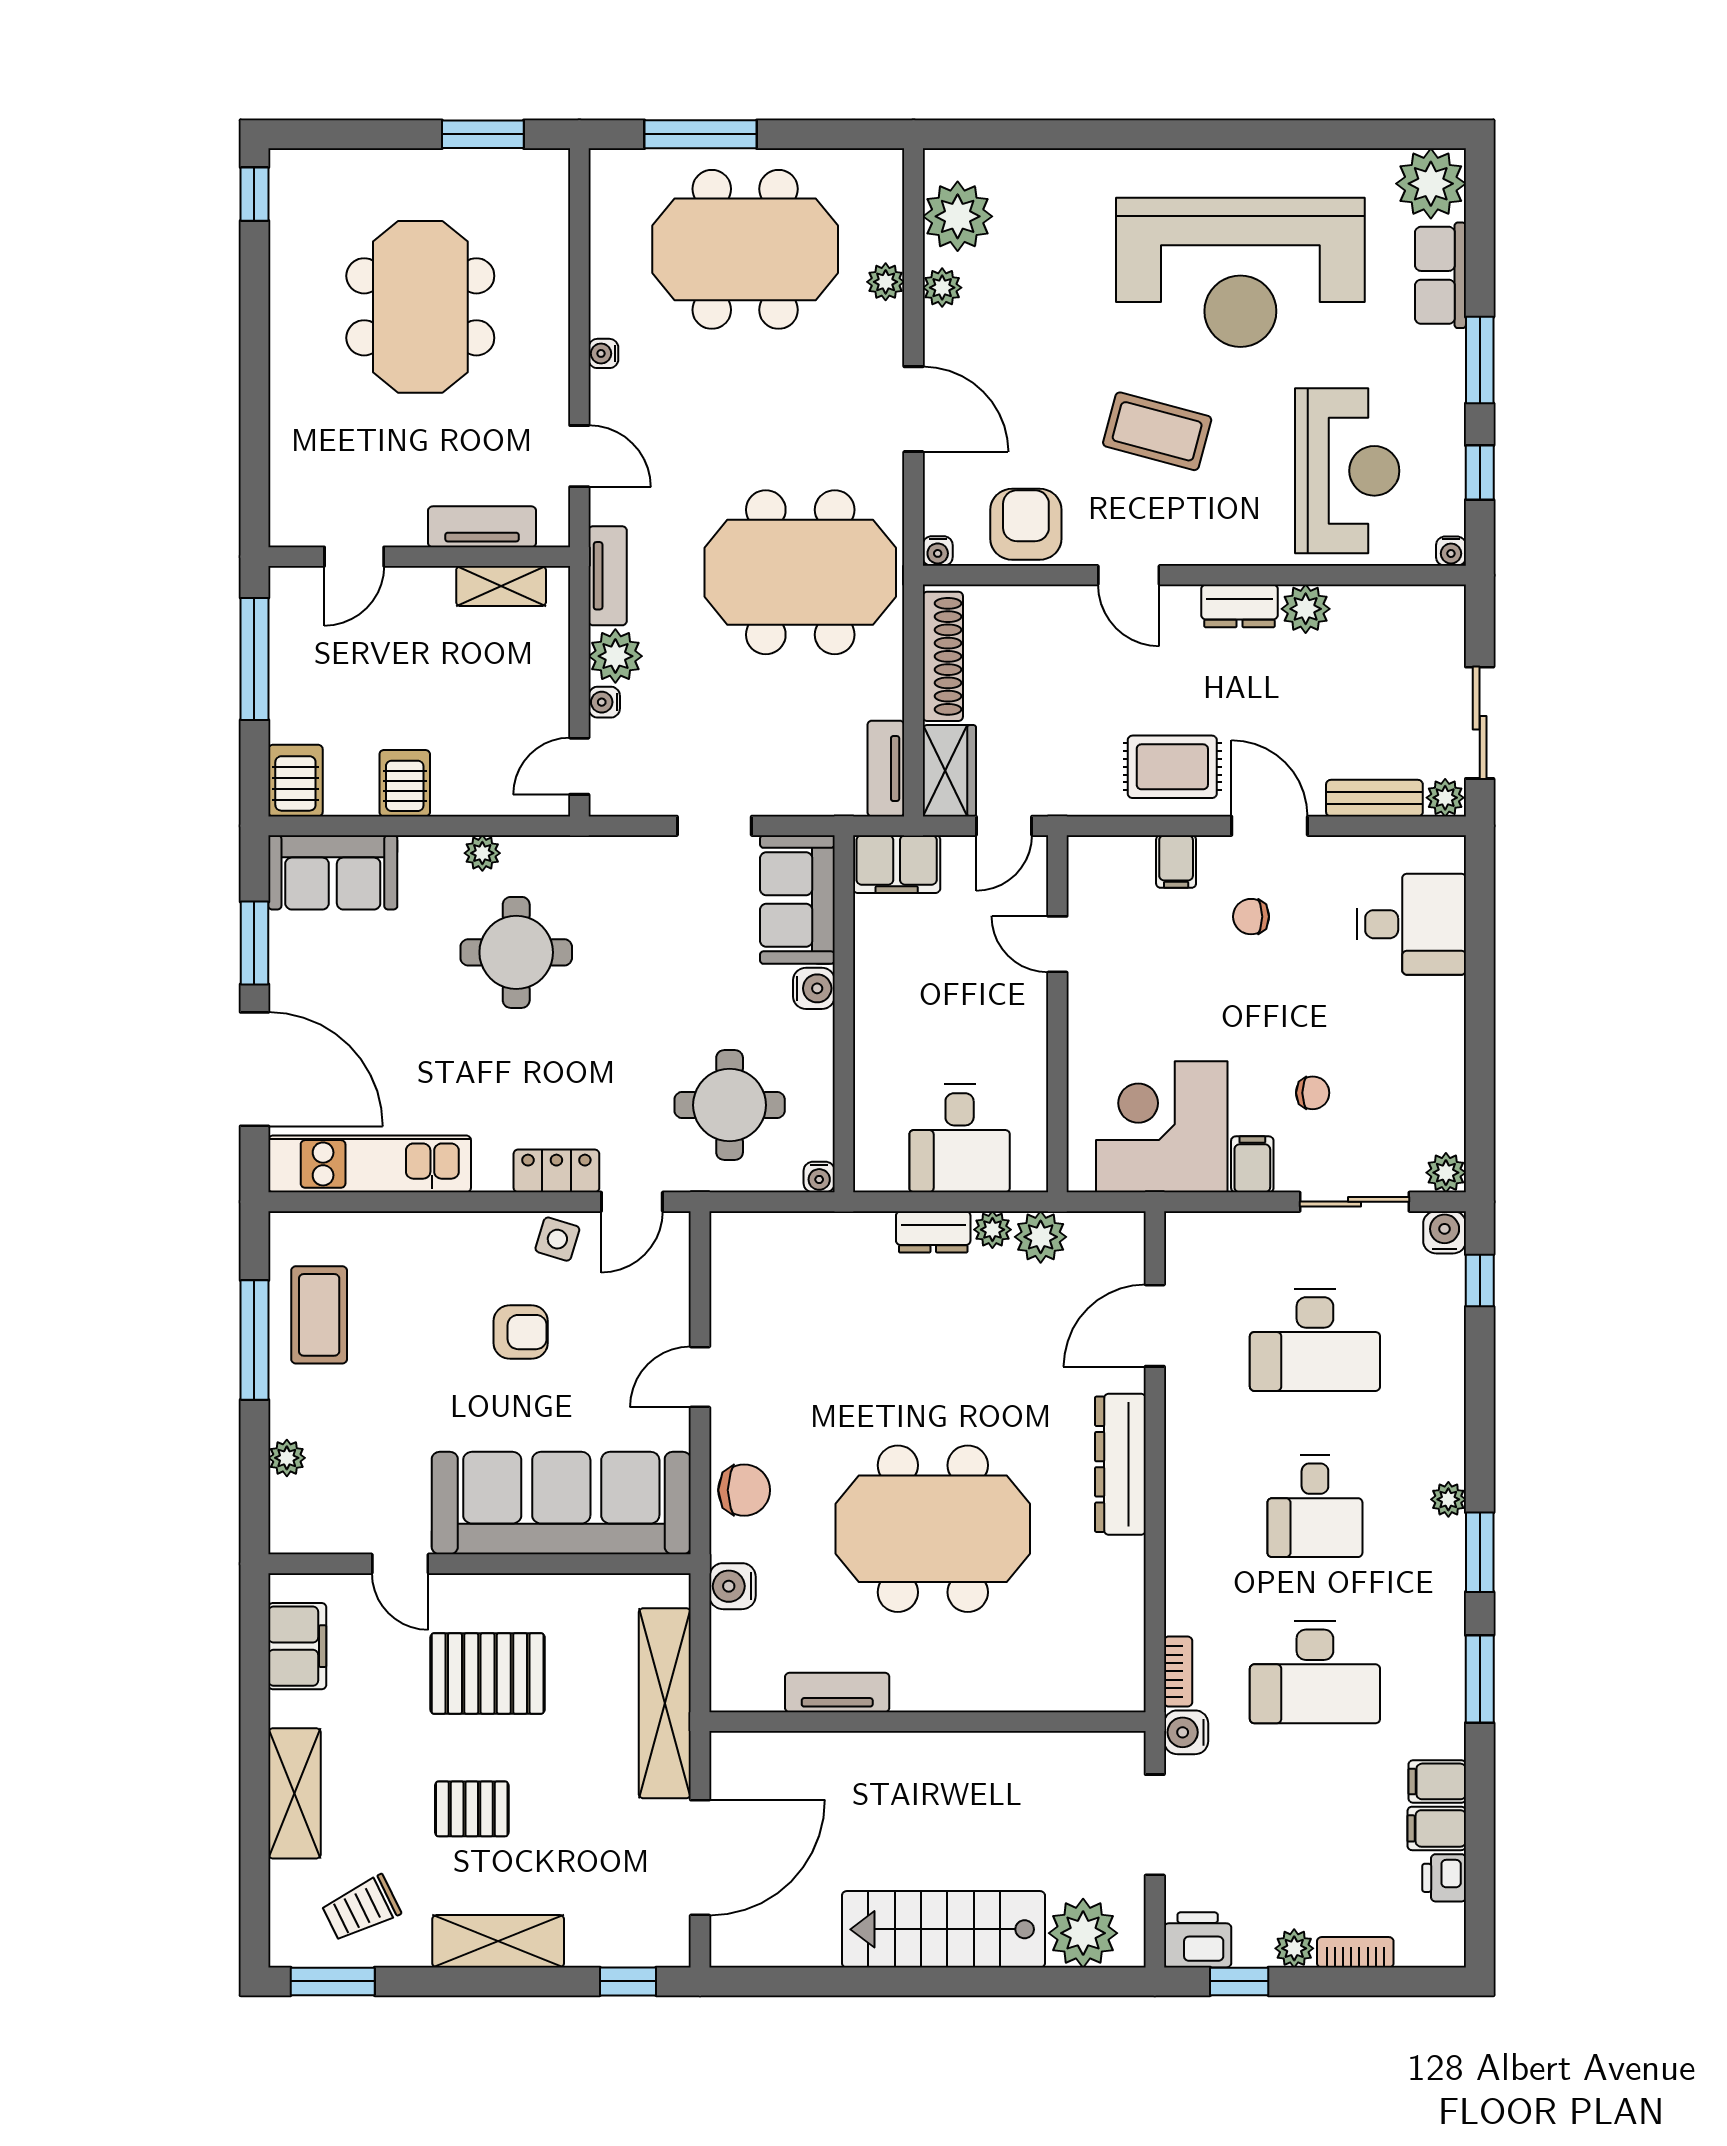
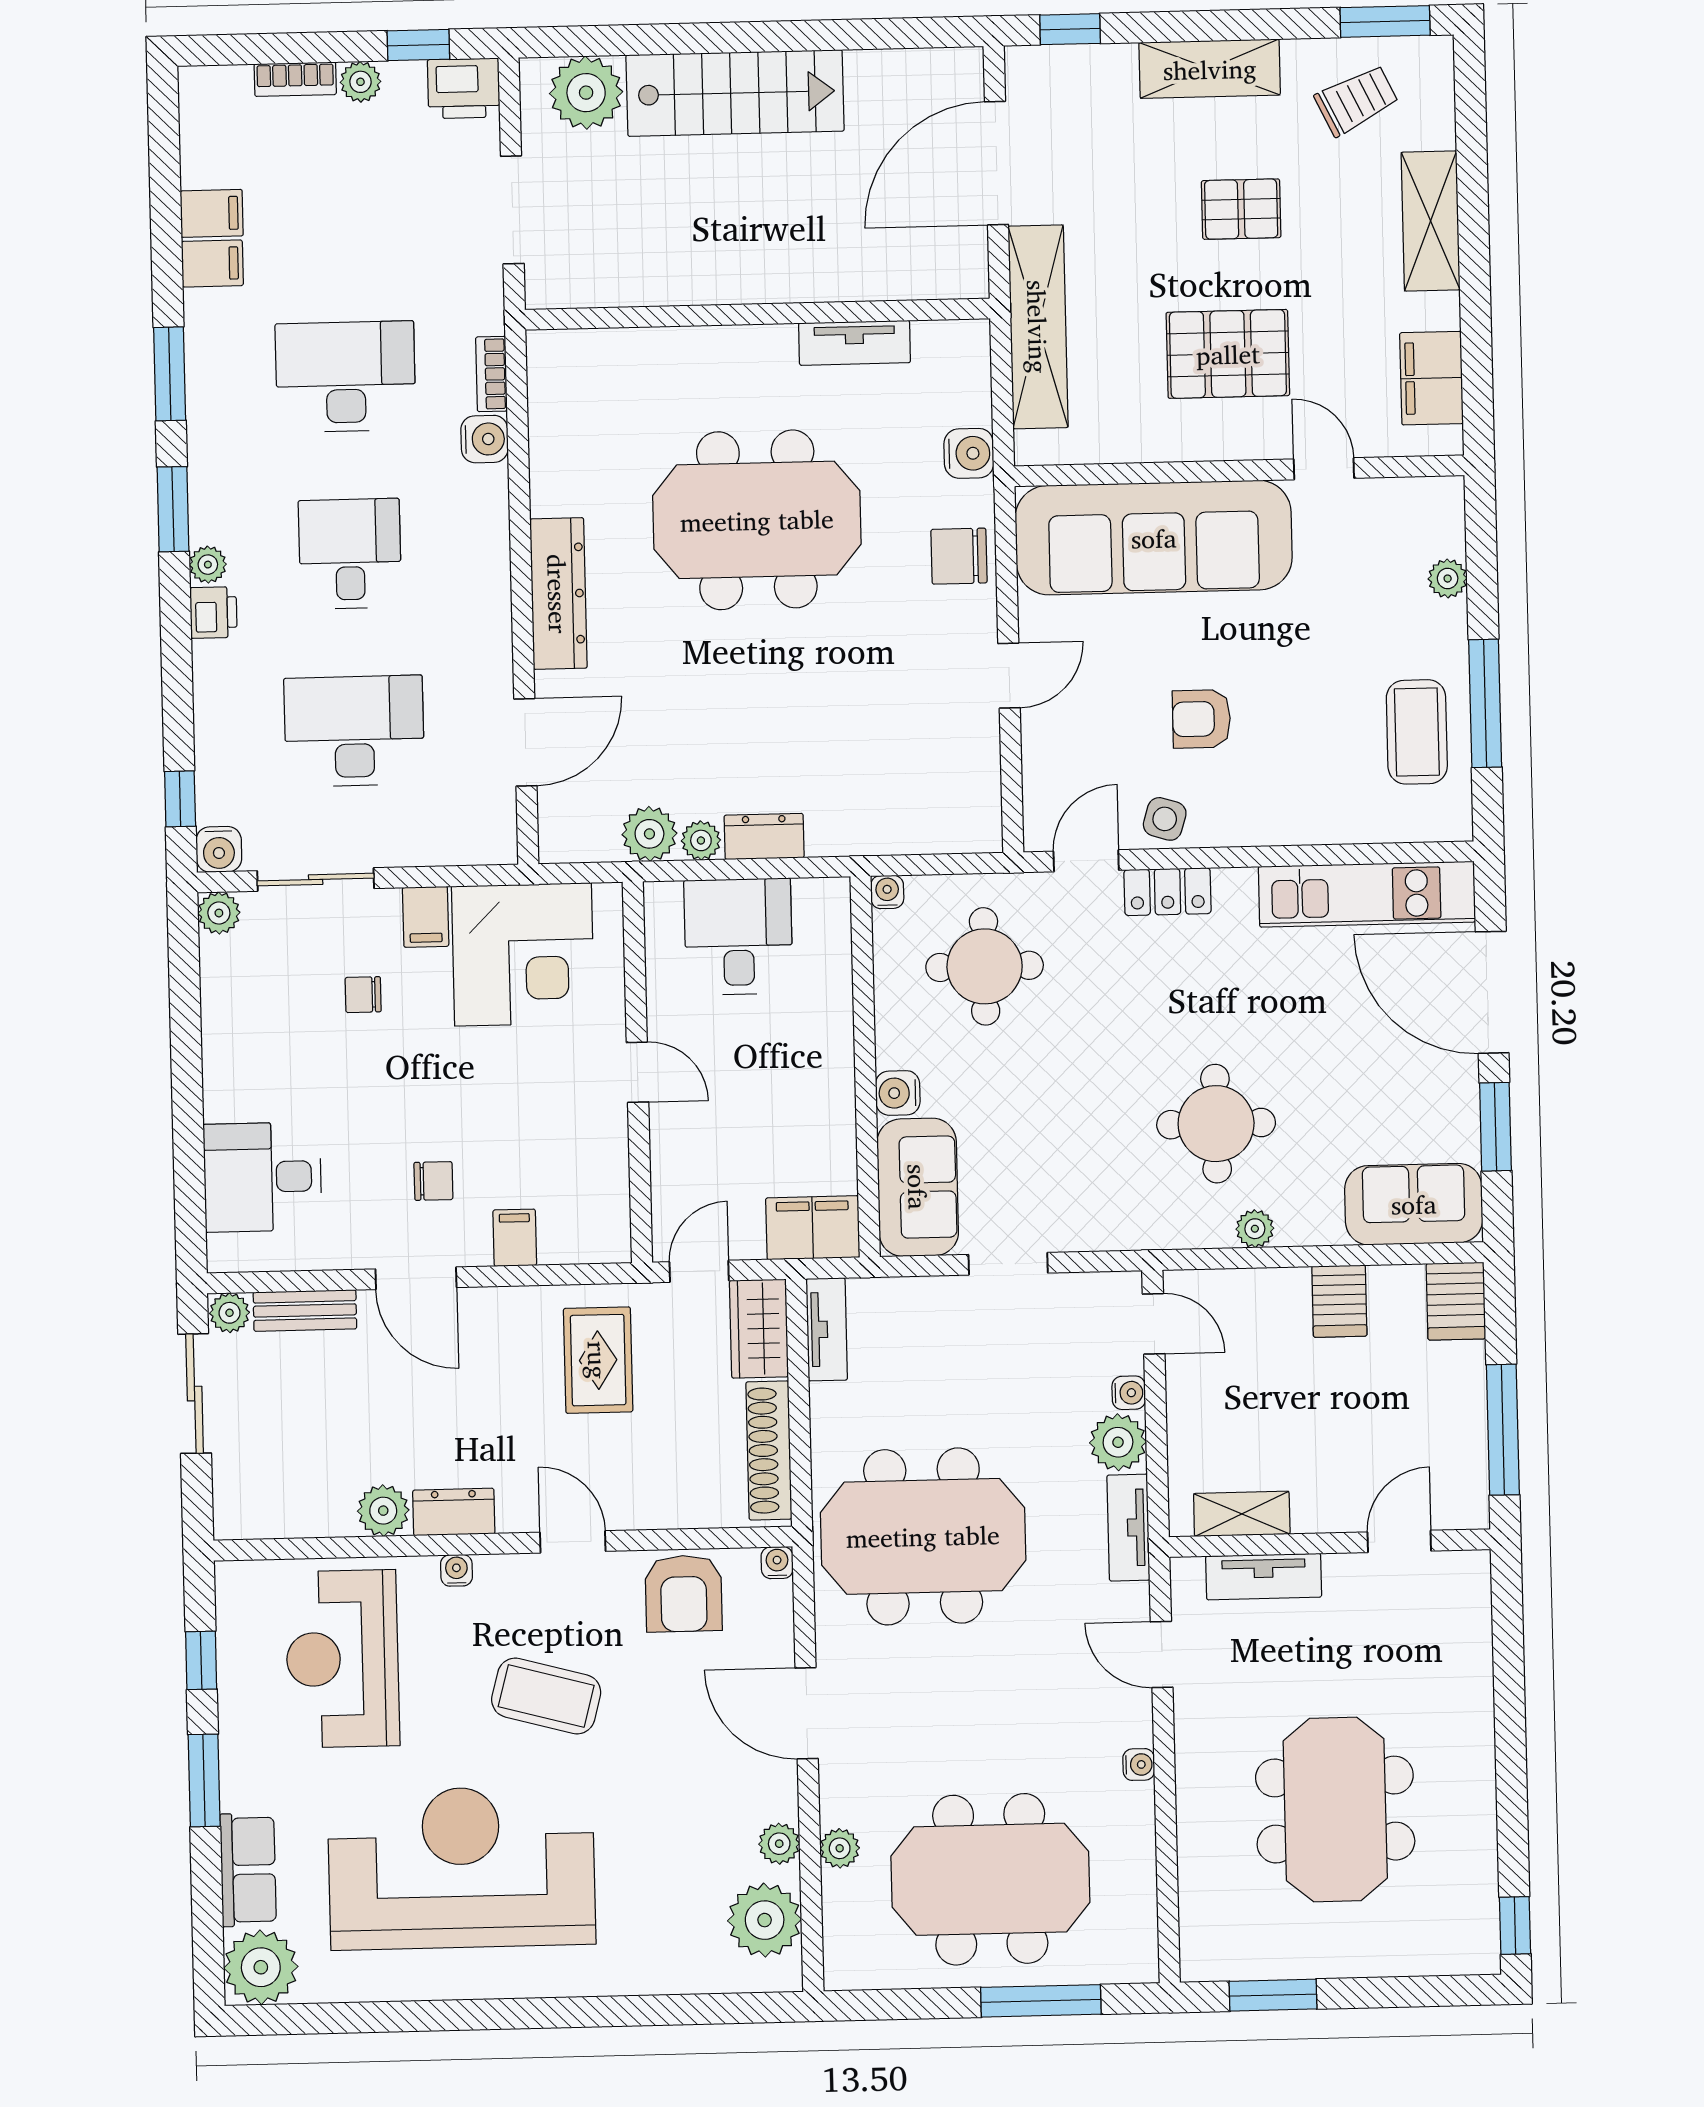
water cooler: (1451, 551) -> (456, 1570), moved
door: (579, 766) -> (1154, 1324), hinge flipped
rug: (1172, 767) -> (598, 1360), moved, turned 90
door: (1057, 944) -> (637, 1072), moved
water cooler: (1186, 1732) -> (485, 439), moved
printer: (1444, 1878) -> (213, 612), moved

